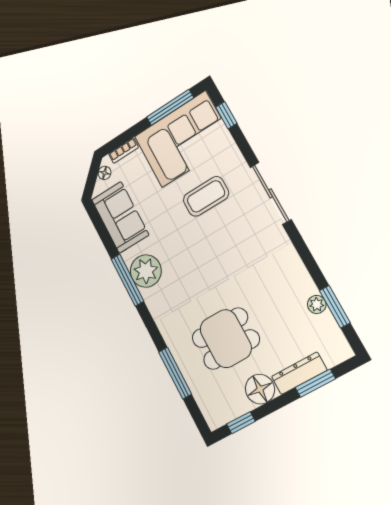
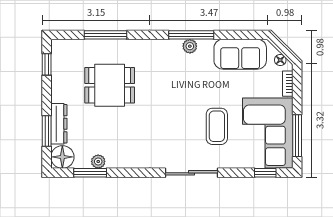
plant: (146, 271) -> (190, 46), width x0.53, depth x0.53
dining table: (226, 339) -> (110, 85), turned 90
floor lamp: (260, 389) -> (62, 157), moved

